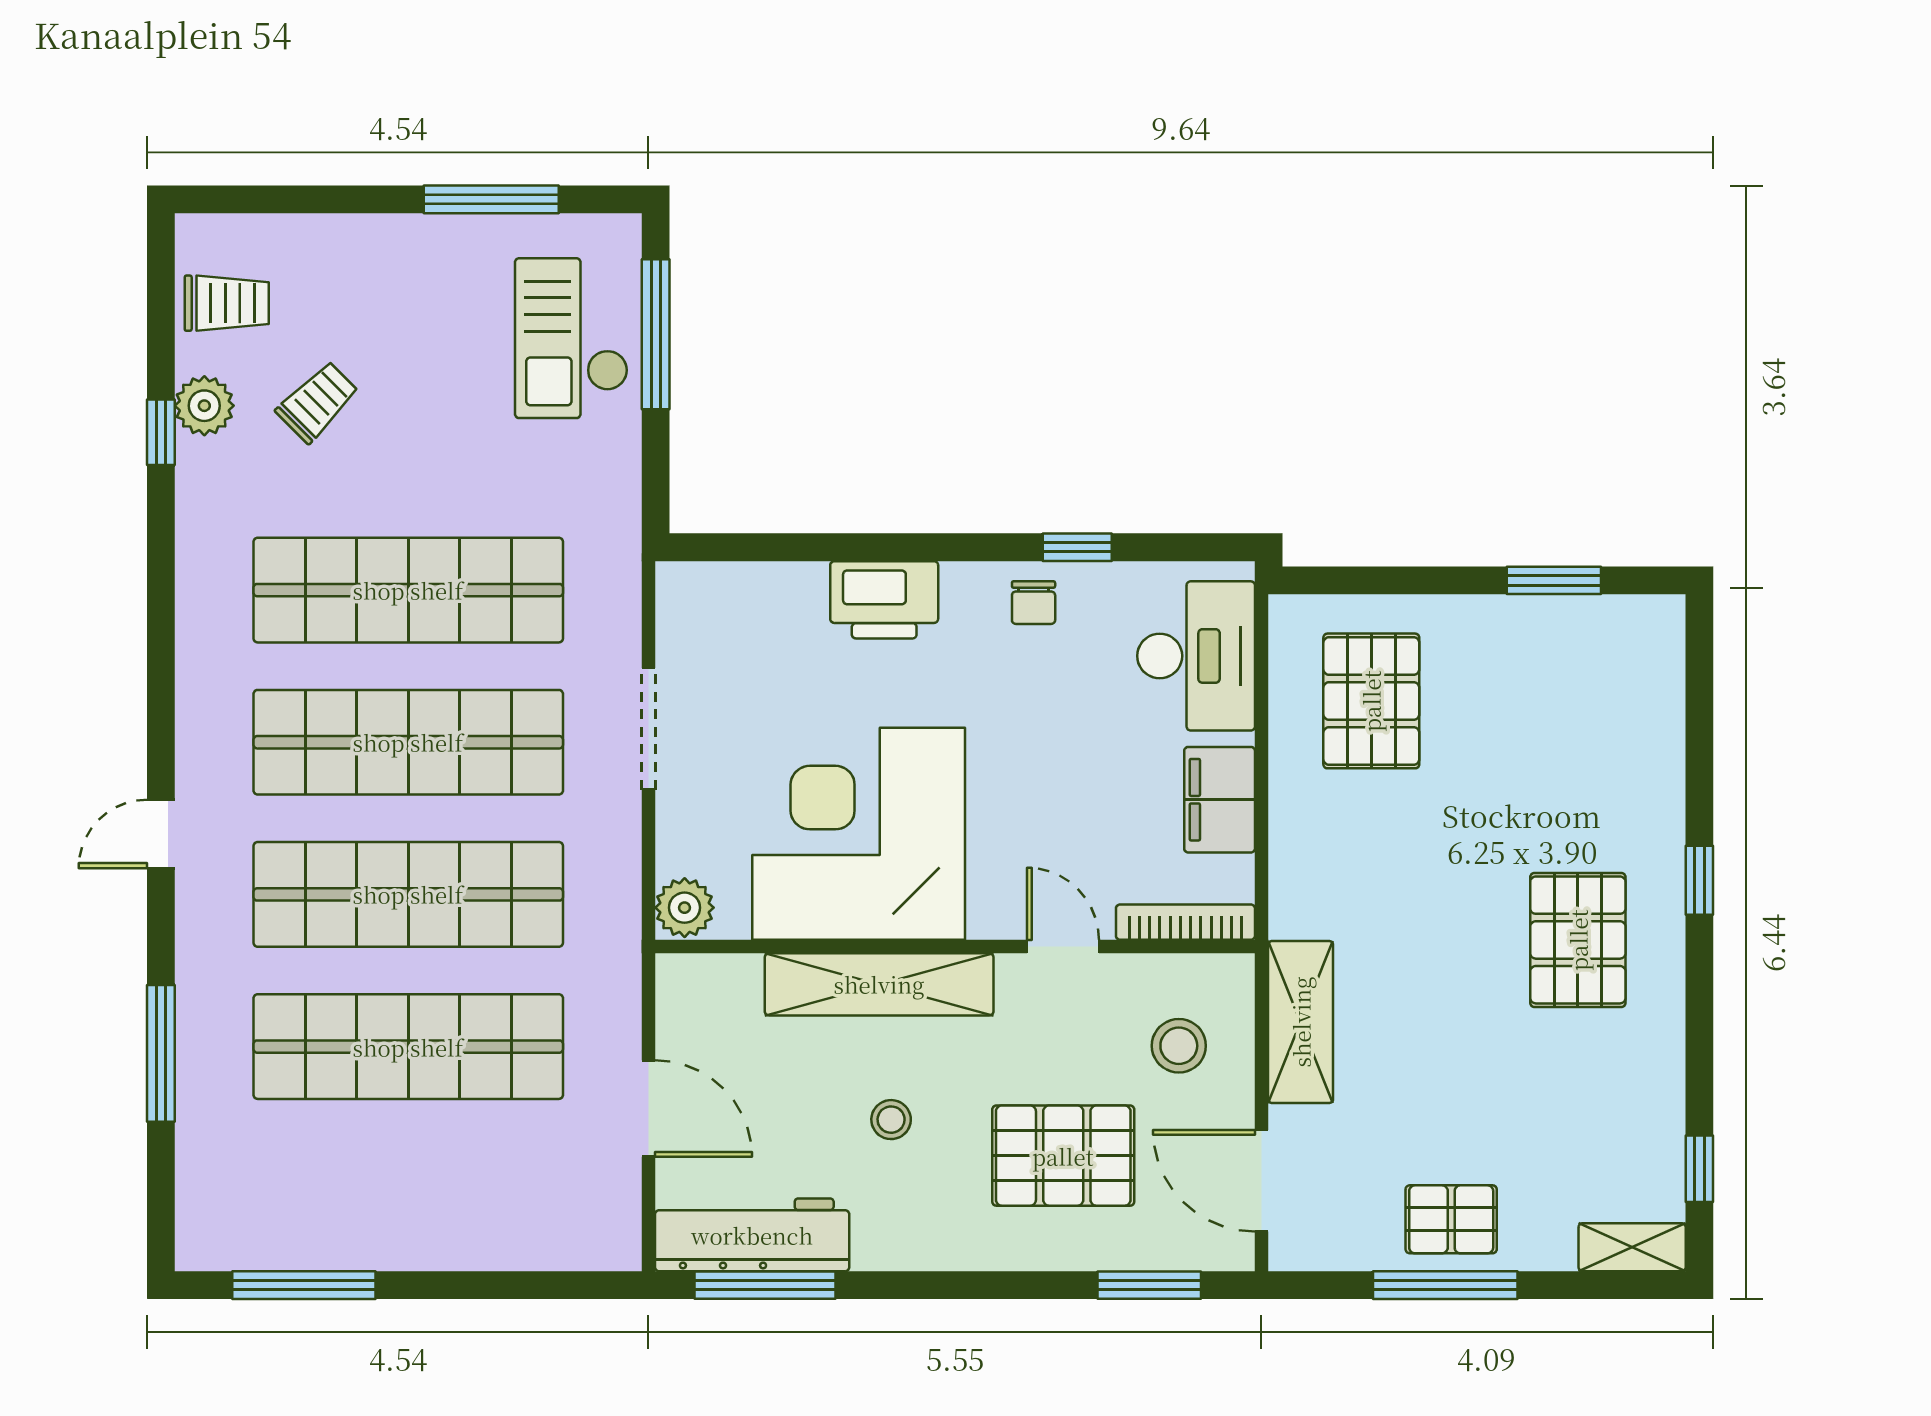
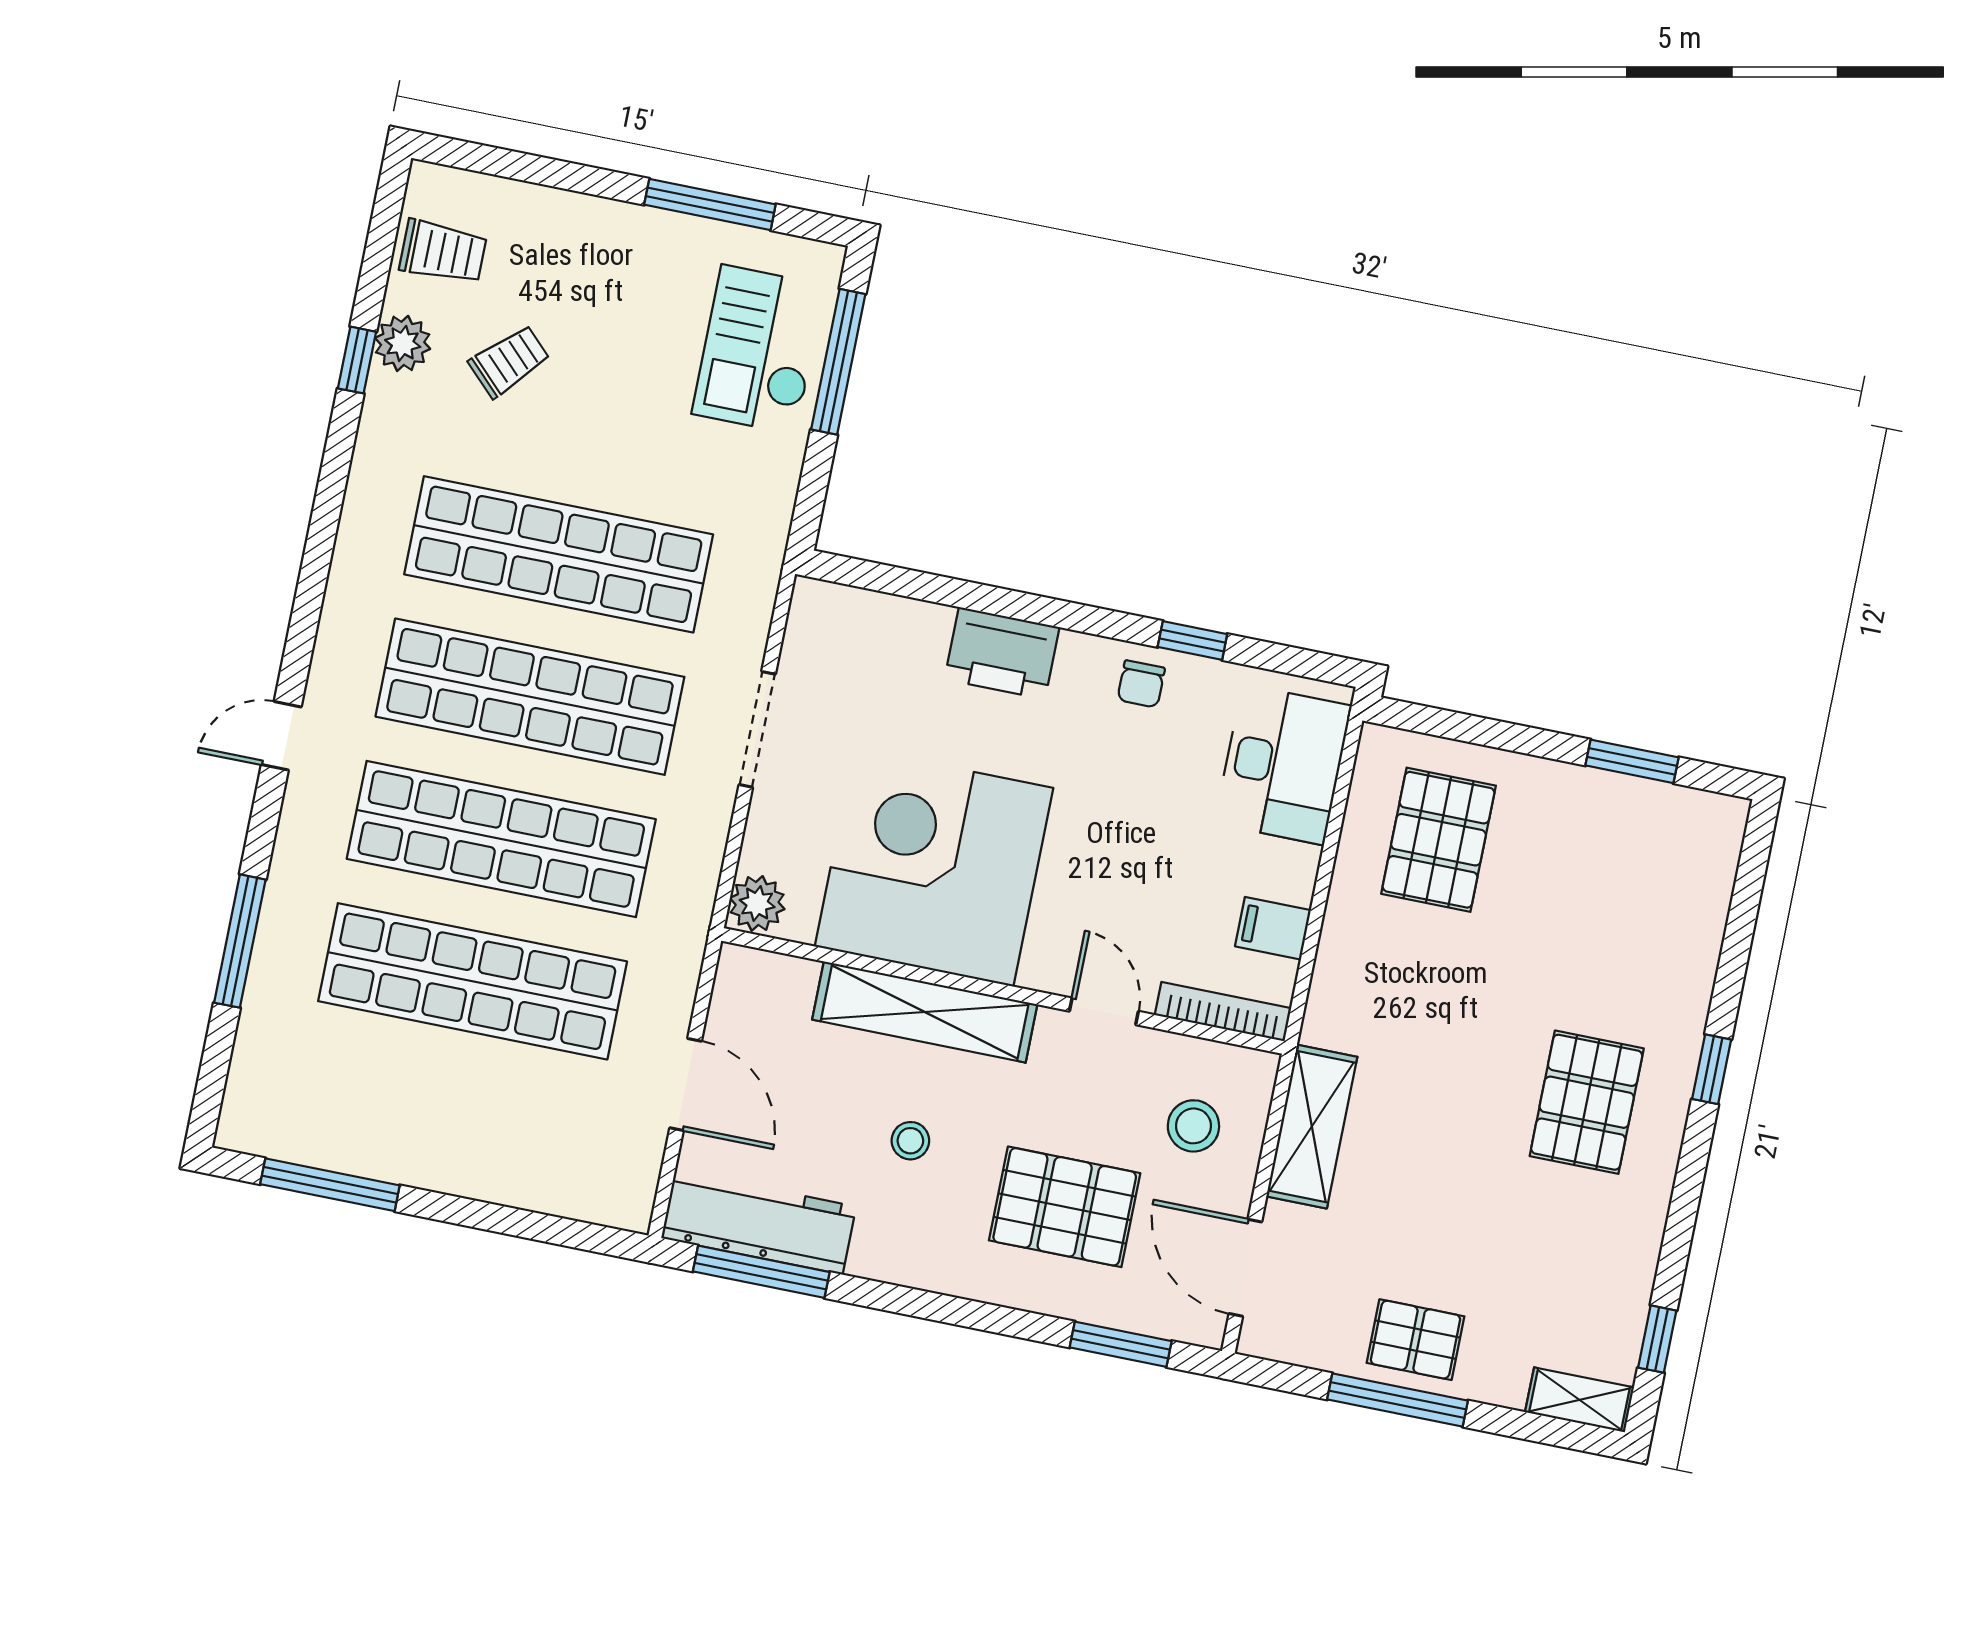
filing cabinet: (1220, 800) -> (1273, 928), width x0.50

